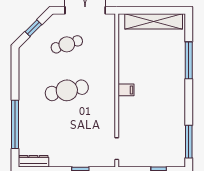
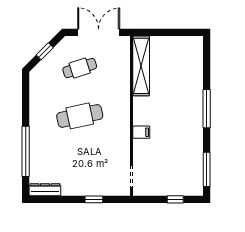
shelving: (154, 21) -> (141, 66), moved, turned 90
window: (189, 60) -> (207, 109), moved
filing cabinet: (126, 90) -> (141, 132), moved

